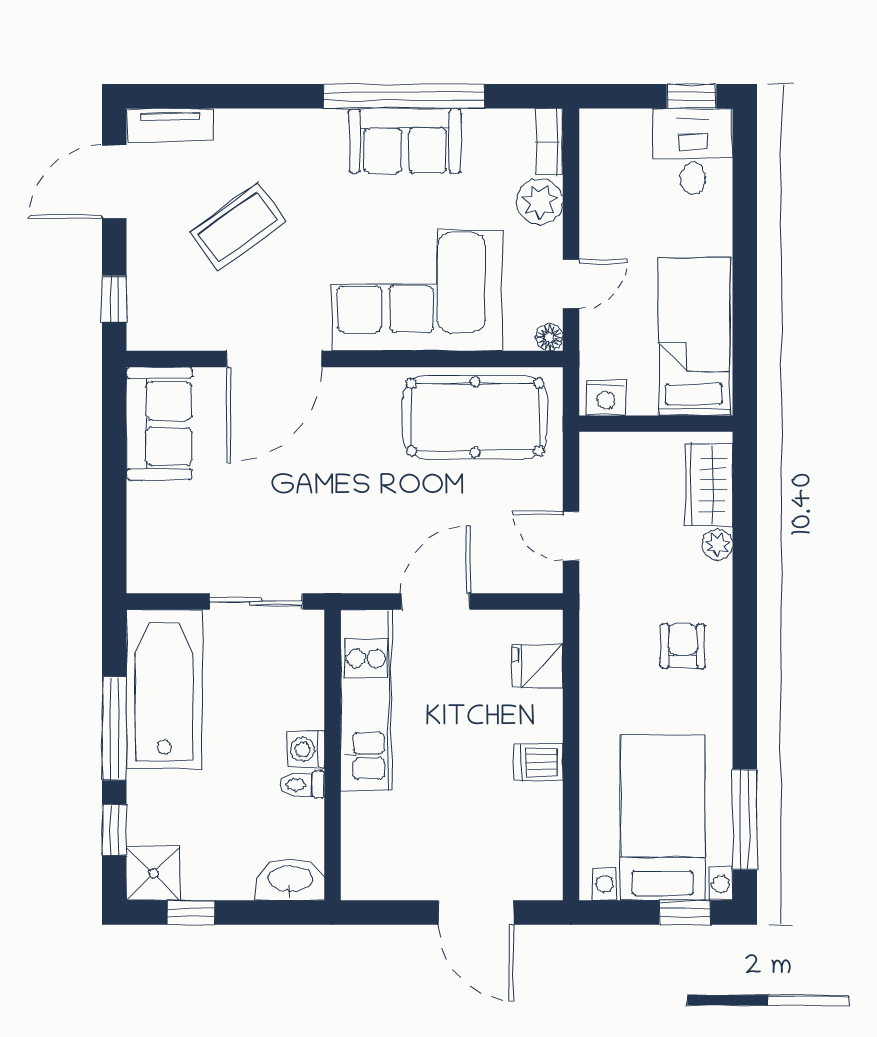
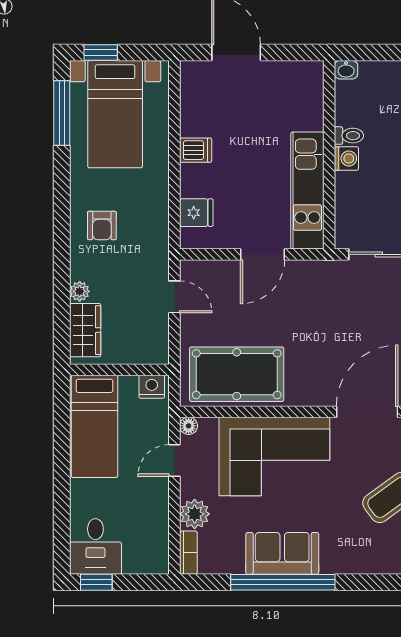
washbasin: (290, 880) -> (346, 70), width x0.52, depth x0.69

